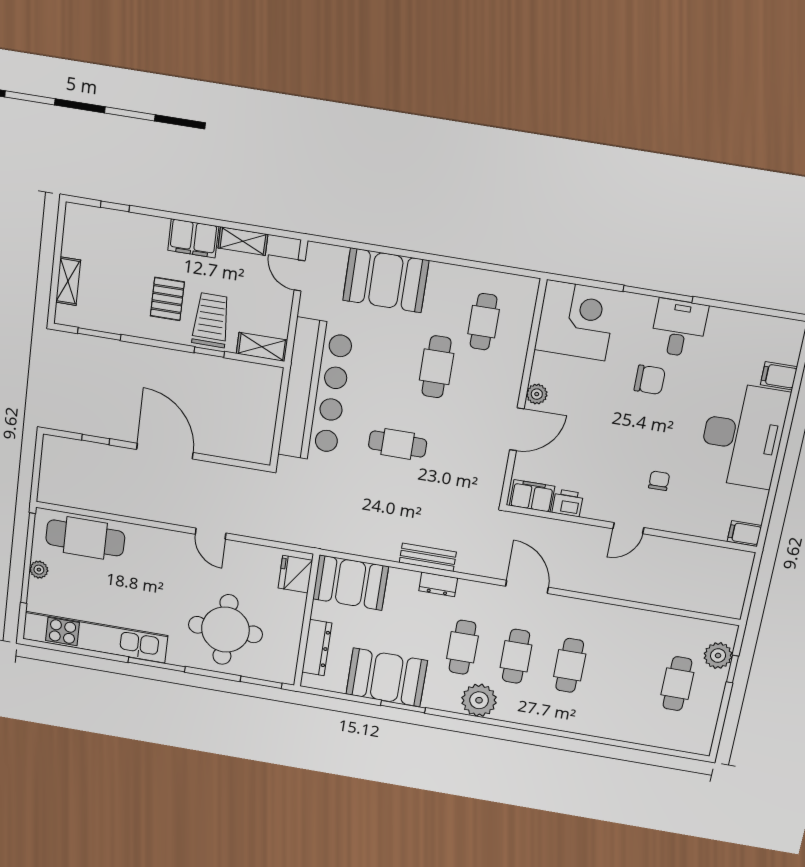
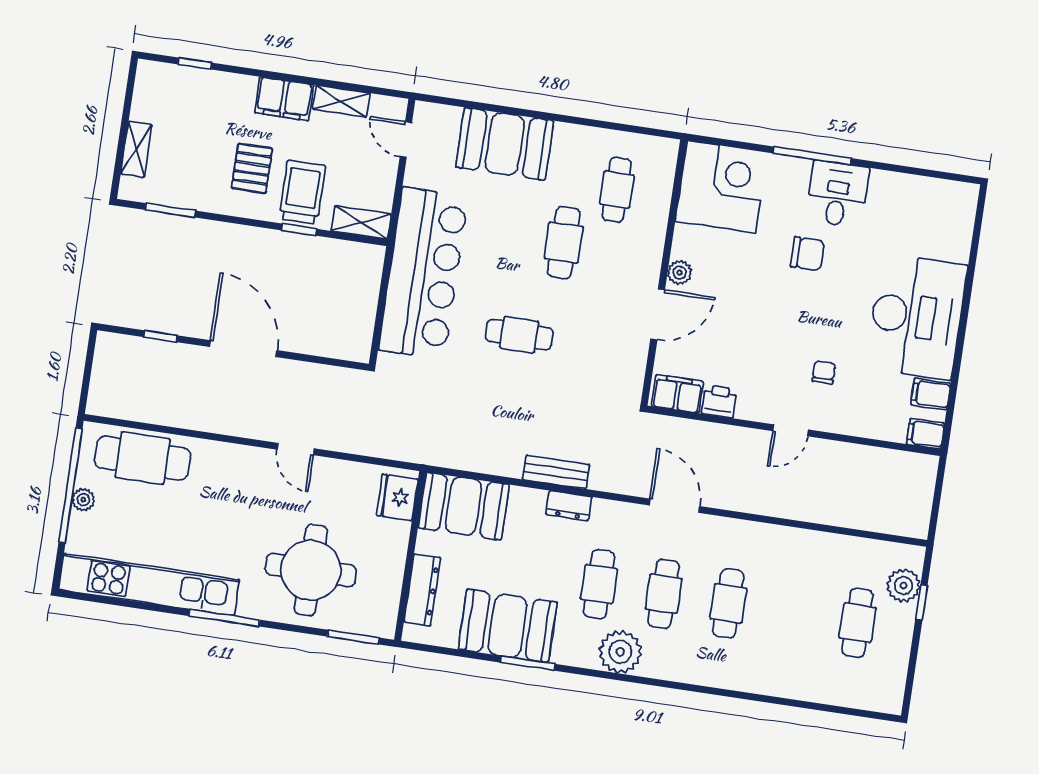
filing cabinet: (779, 376) -> (931, 394), moved

